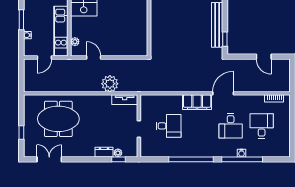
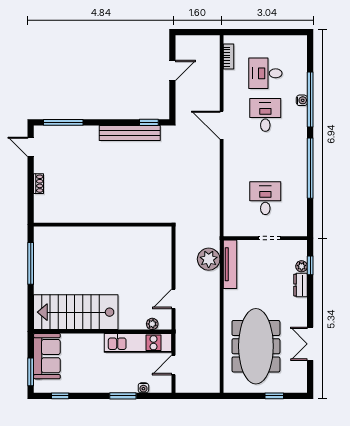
door: (44, 57) -> (173, 365), swing flipped
plant: (110, 84) -> (209, 259), moved
tv unit: (125, 100) -> (230, 264), width x1.41
filing cabinet: (197, 102) -> (233, 160), removed
meeting table: (58, 119) -> (256, 346), width x1.36
desk: (231, 126) -> (265, 115), turned -90
double door: (49, 159) -> (310, 344), moved

